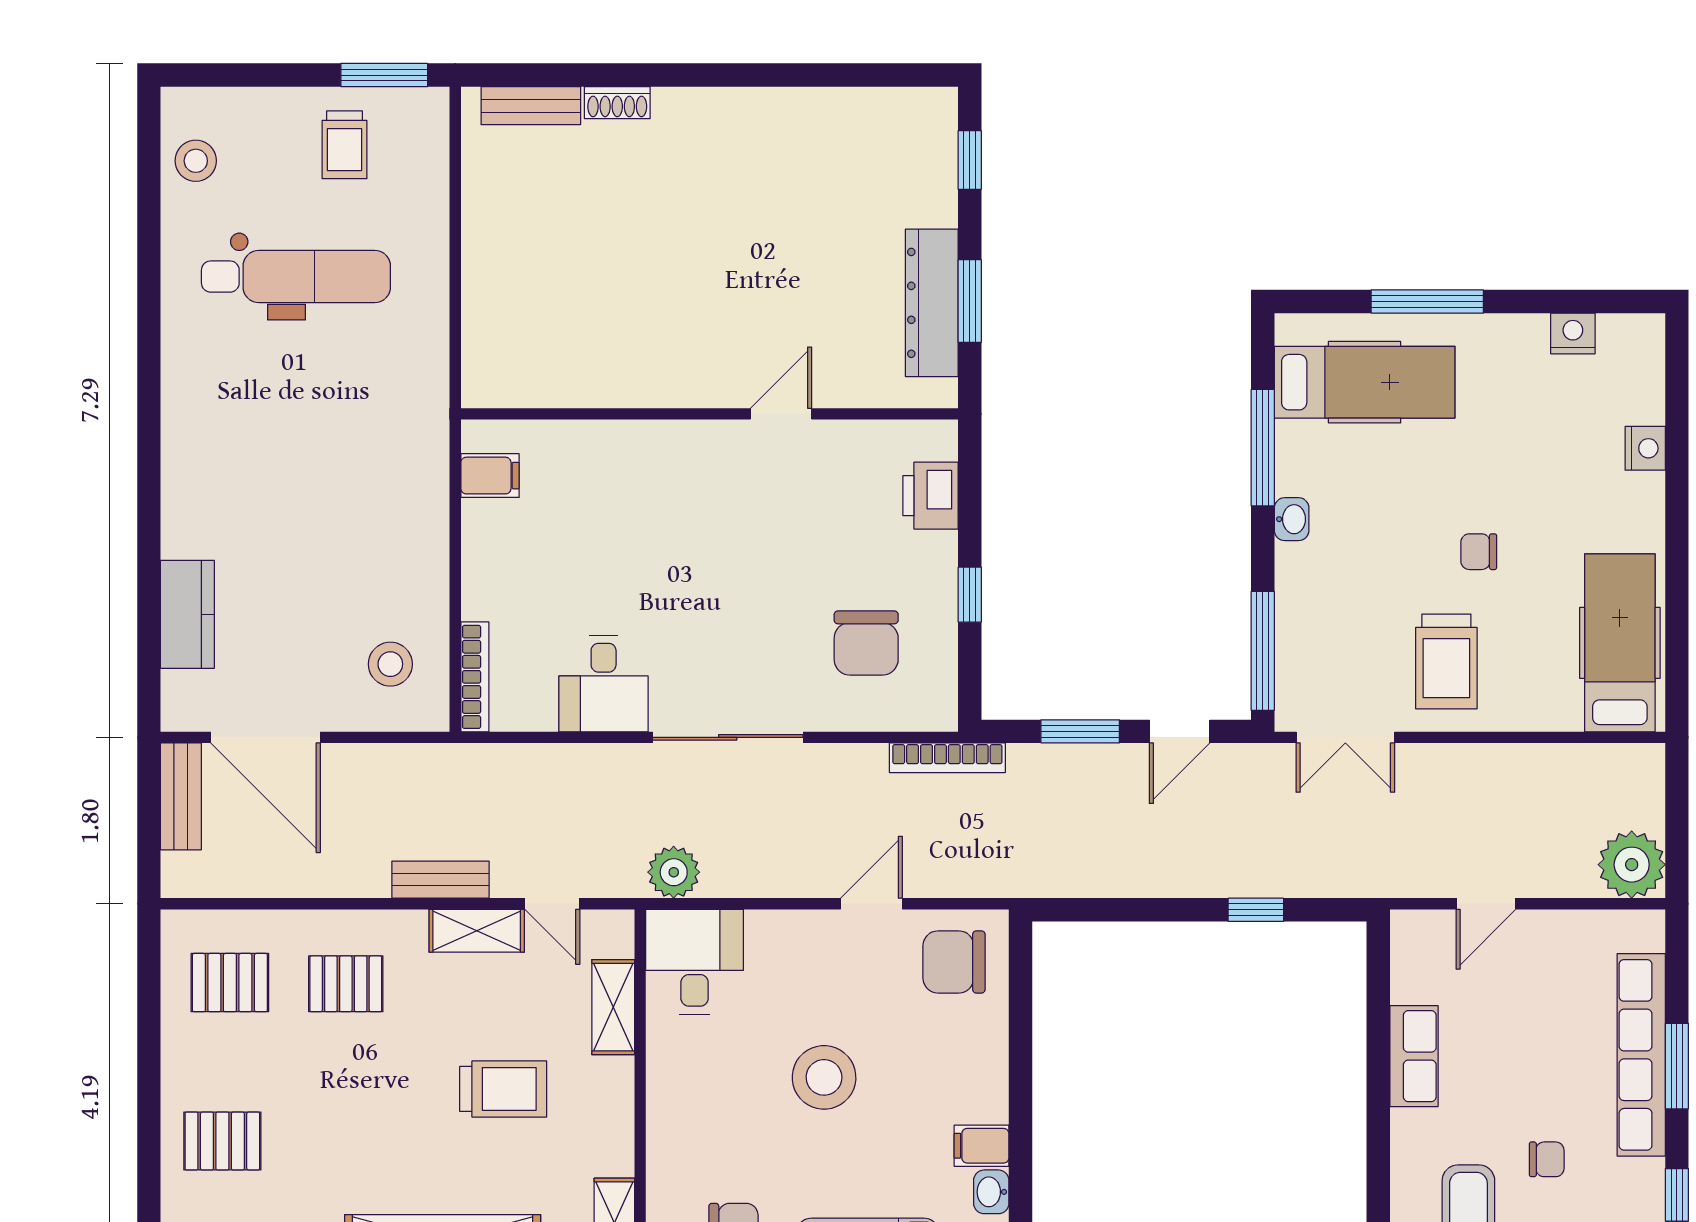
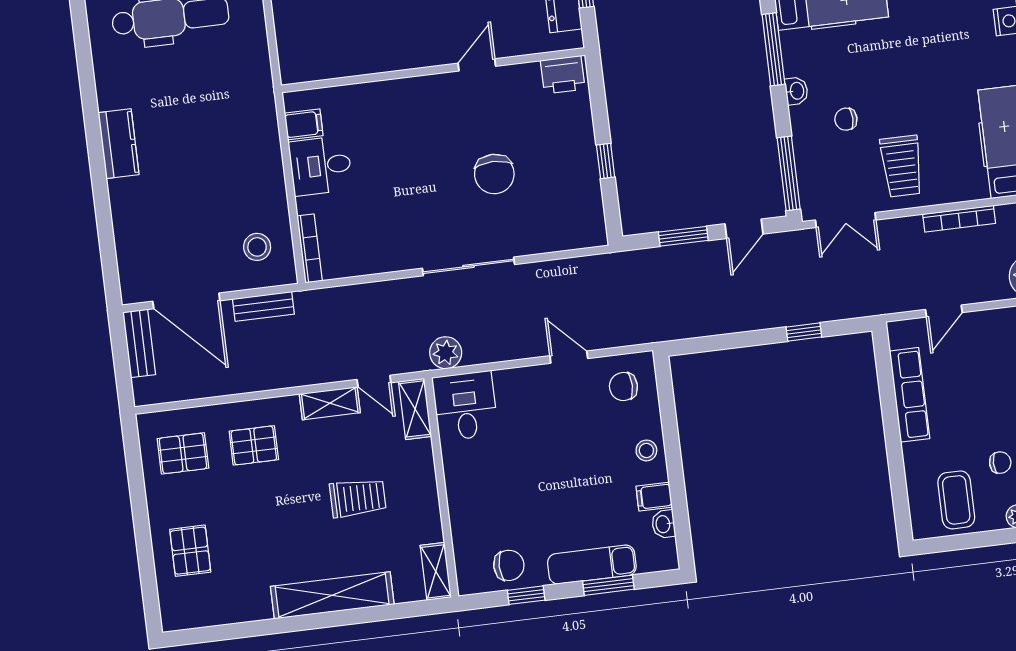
printer: (931, 496) -> (563, 75), moved, turned -90
chair: (1479, 552) -> (846, 119), moved
kitchen counter: (187, 614) -> (119, 144), moved
chair: (866, 643) -> (494, 174), moved
desk: (604, 684) -> (321, 166), moved, turned 90
bookcase: (947, 758) -> (959, 219), moved
bench: (440, 880) -> (263, 306), moved
door: (872, 904) -> (569, 357), hinge flipped
chair: (954, 962) -> (623, 387), width x0.73, depth x0.73
shelving: (613, 1007) -> (415, 409), moved
row of seats: (1414, 1056) -> (910, 395), width x1.48
stool: (824, 1077) -> (646, 450), moved, width x0.53, depth x0.53
pallet: (222, 1141) -> (190, 551), turned 90

